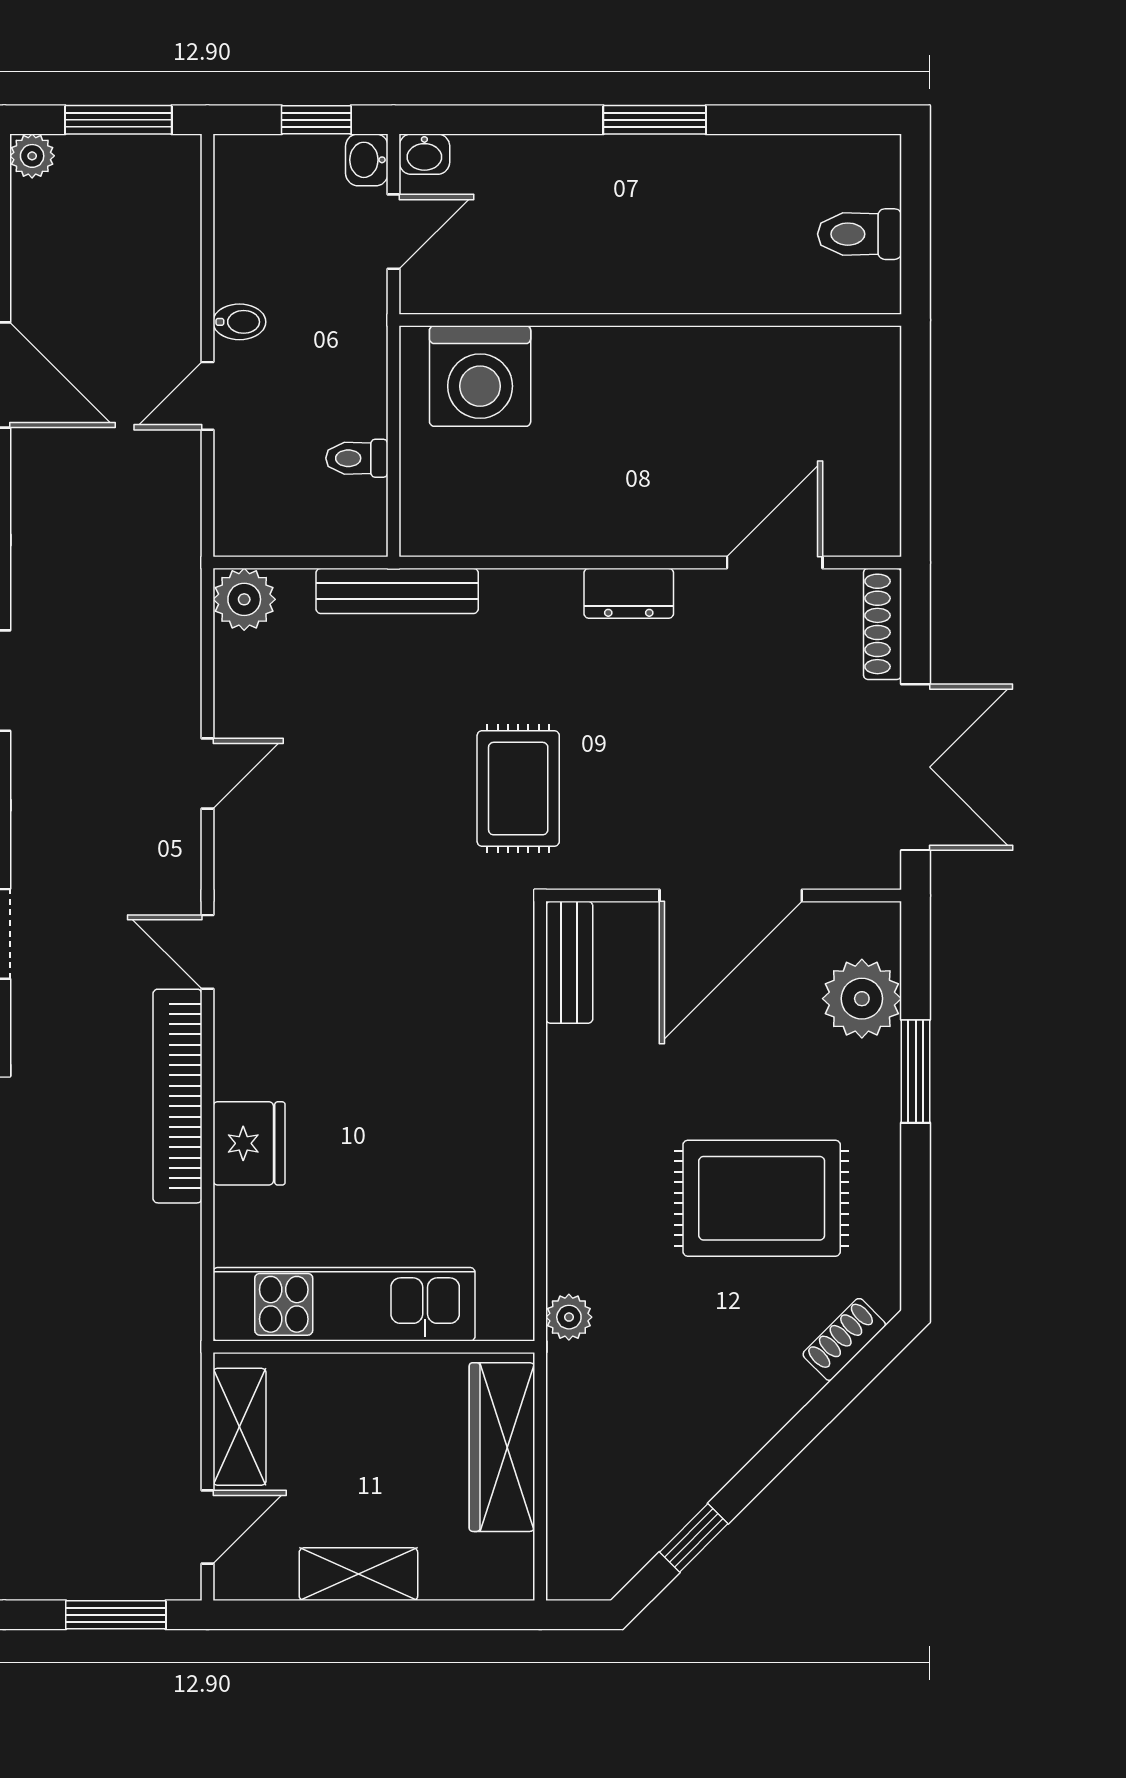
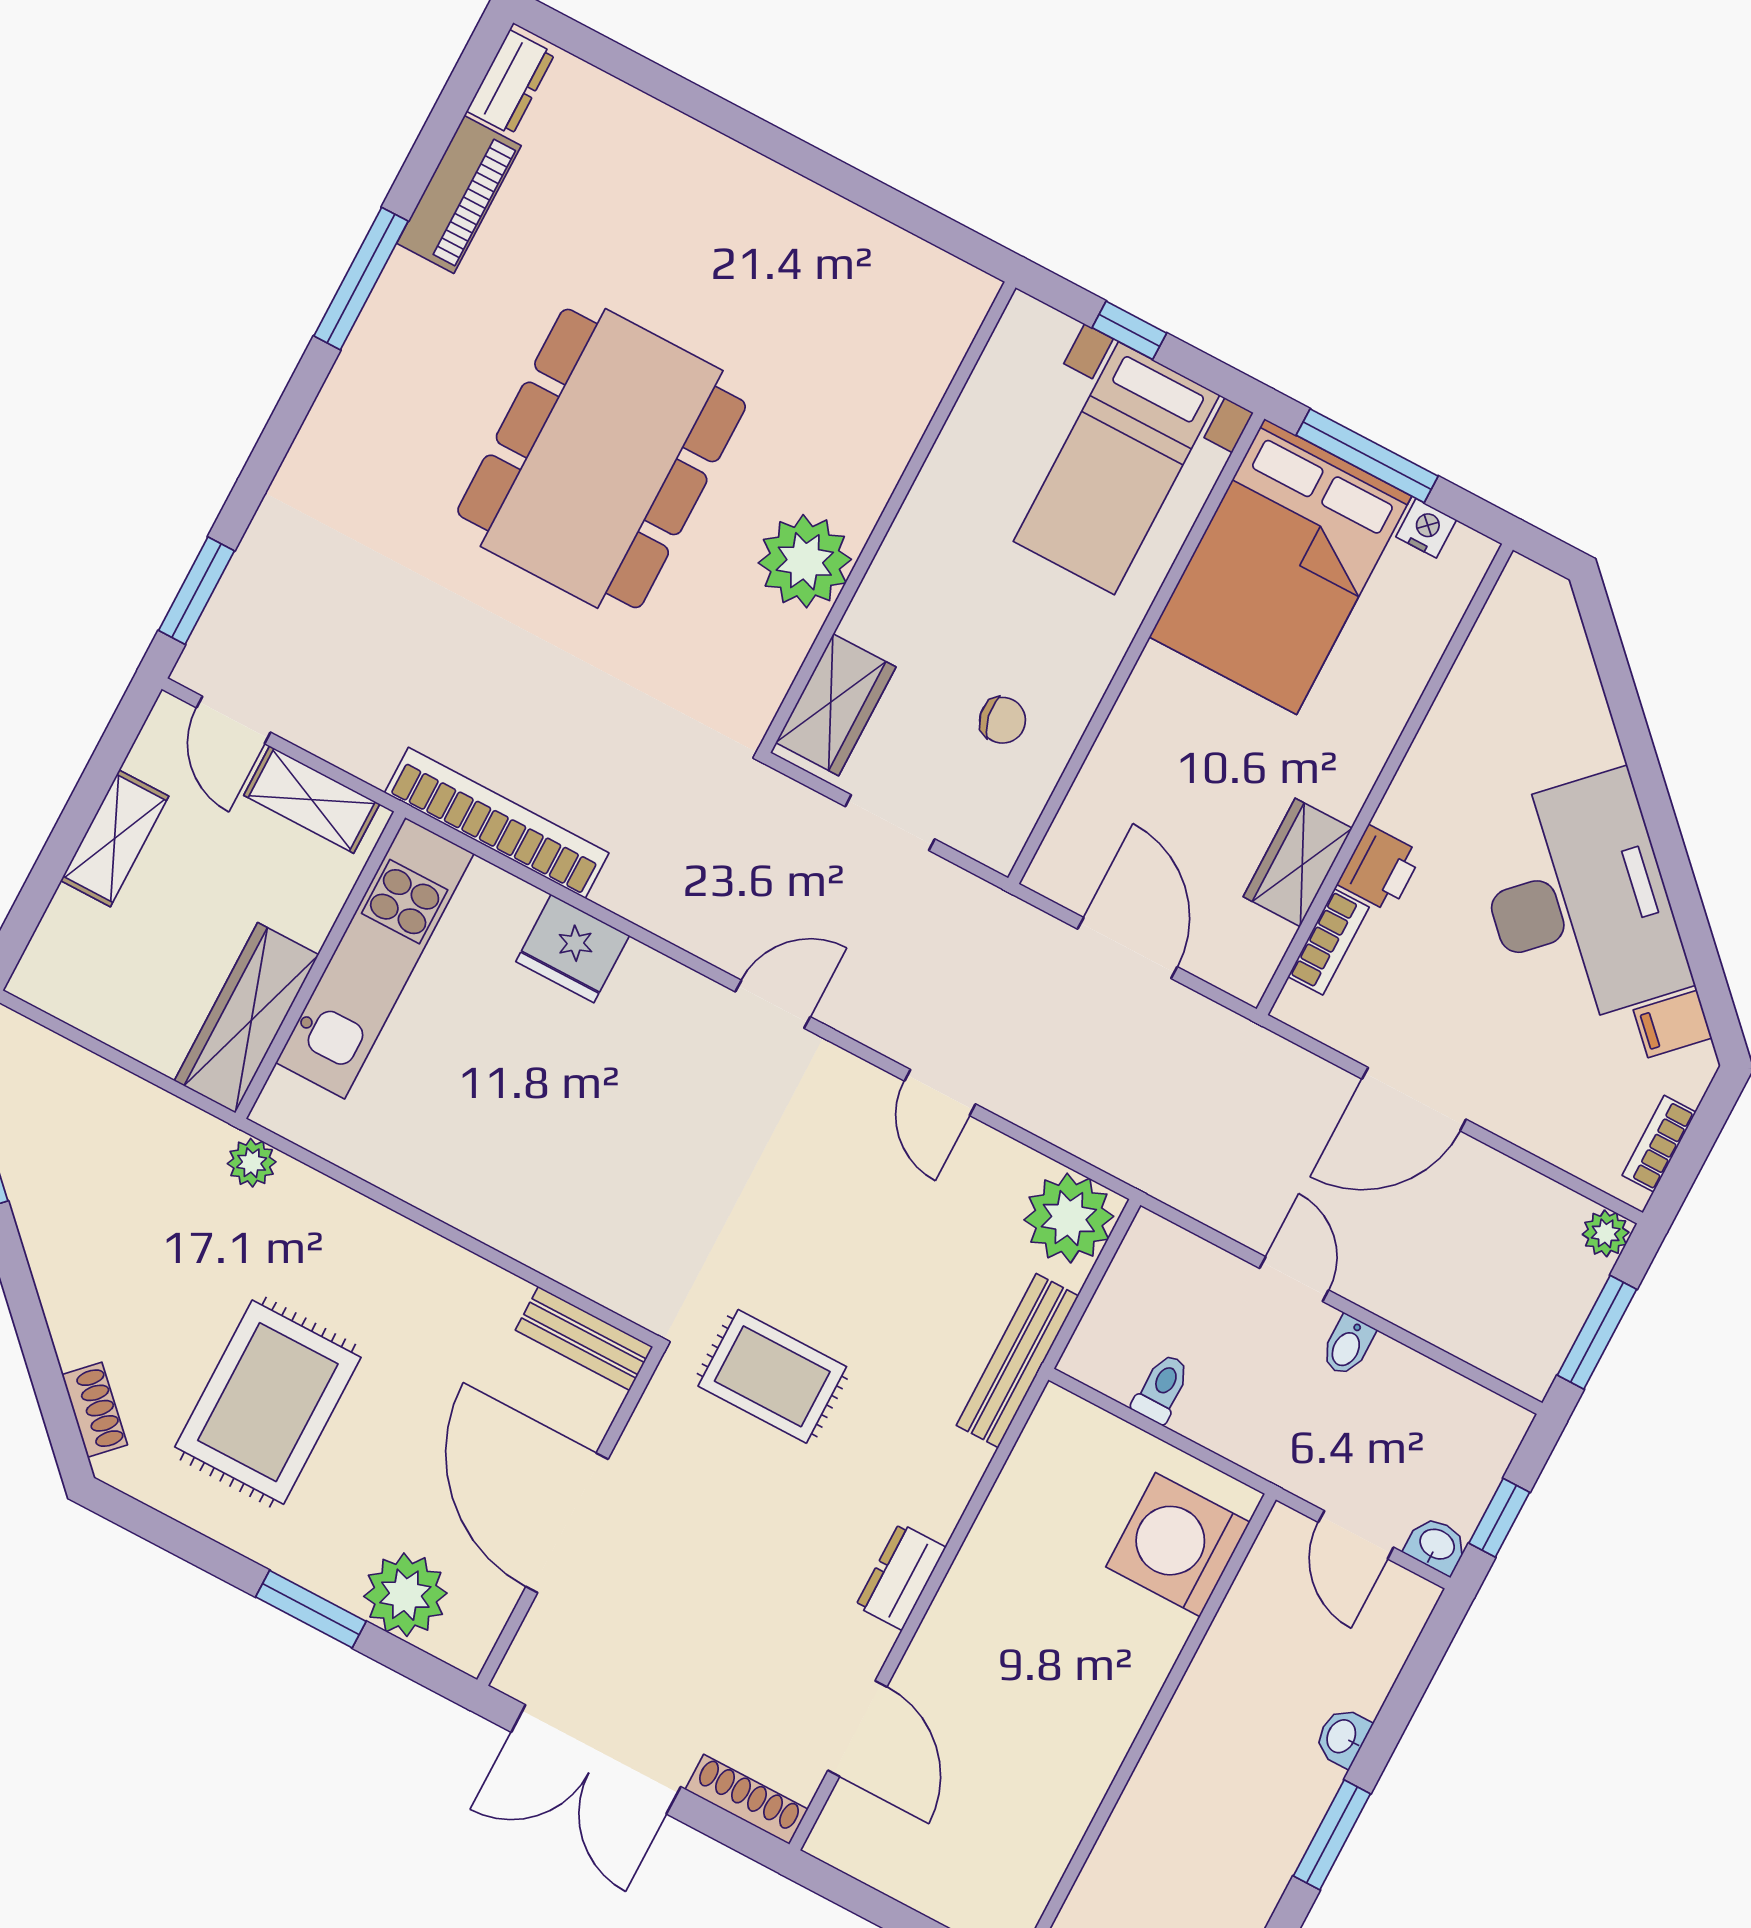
washbasin: (424, 154) -> (1342, 1737), moved
plant: (244, 599) -> (1069, 1218), width x1.36, depth x1.36
bookcase: (177, 1096) -> (497, 823), moved
wardrobe: (502, 1447) -> (247, 1018), moved, turned -90

